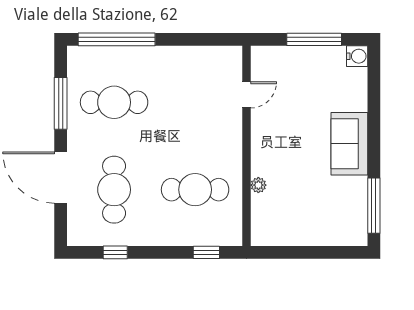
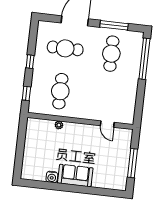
water cooler: (357, 56) -> (52, 177), moved
window: (374, 206) -> (41, 185), removed
window: (115, 252) -> (30, 62), moved

